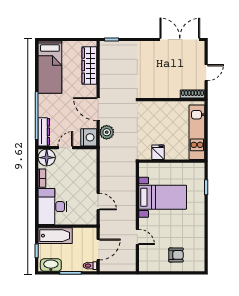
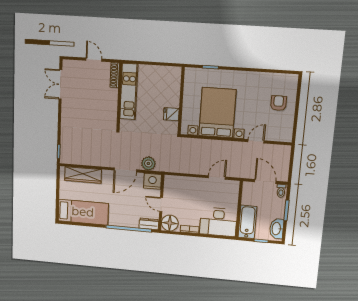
double door: (180, 40) -> (60, 84), width x0.73
dresser: (44, 132) -> (149, 224), width x0.70
kitchen unit: (197, 132) -> (129, 92), moved, turned -90
bed with nightstands: (163, 197) -> (217, 113), width x1.36

